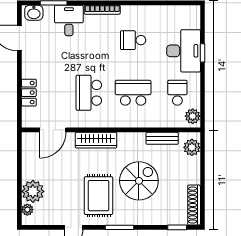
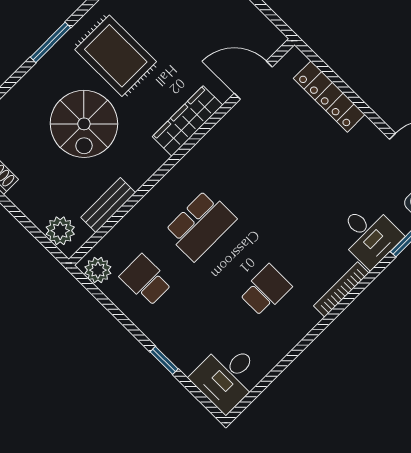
desk: (184, 51) -> (227, 376), moved, width x0.73
locker: (29, 93) -> (329, 96), width x1.53
school desk: (89, 93) -> (255, 170), removed
school desk: (177, 93) -> (146, 280), turned 180
door: (53, 130) -> (253, 80), hinge flipped

